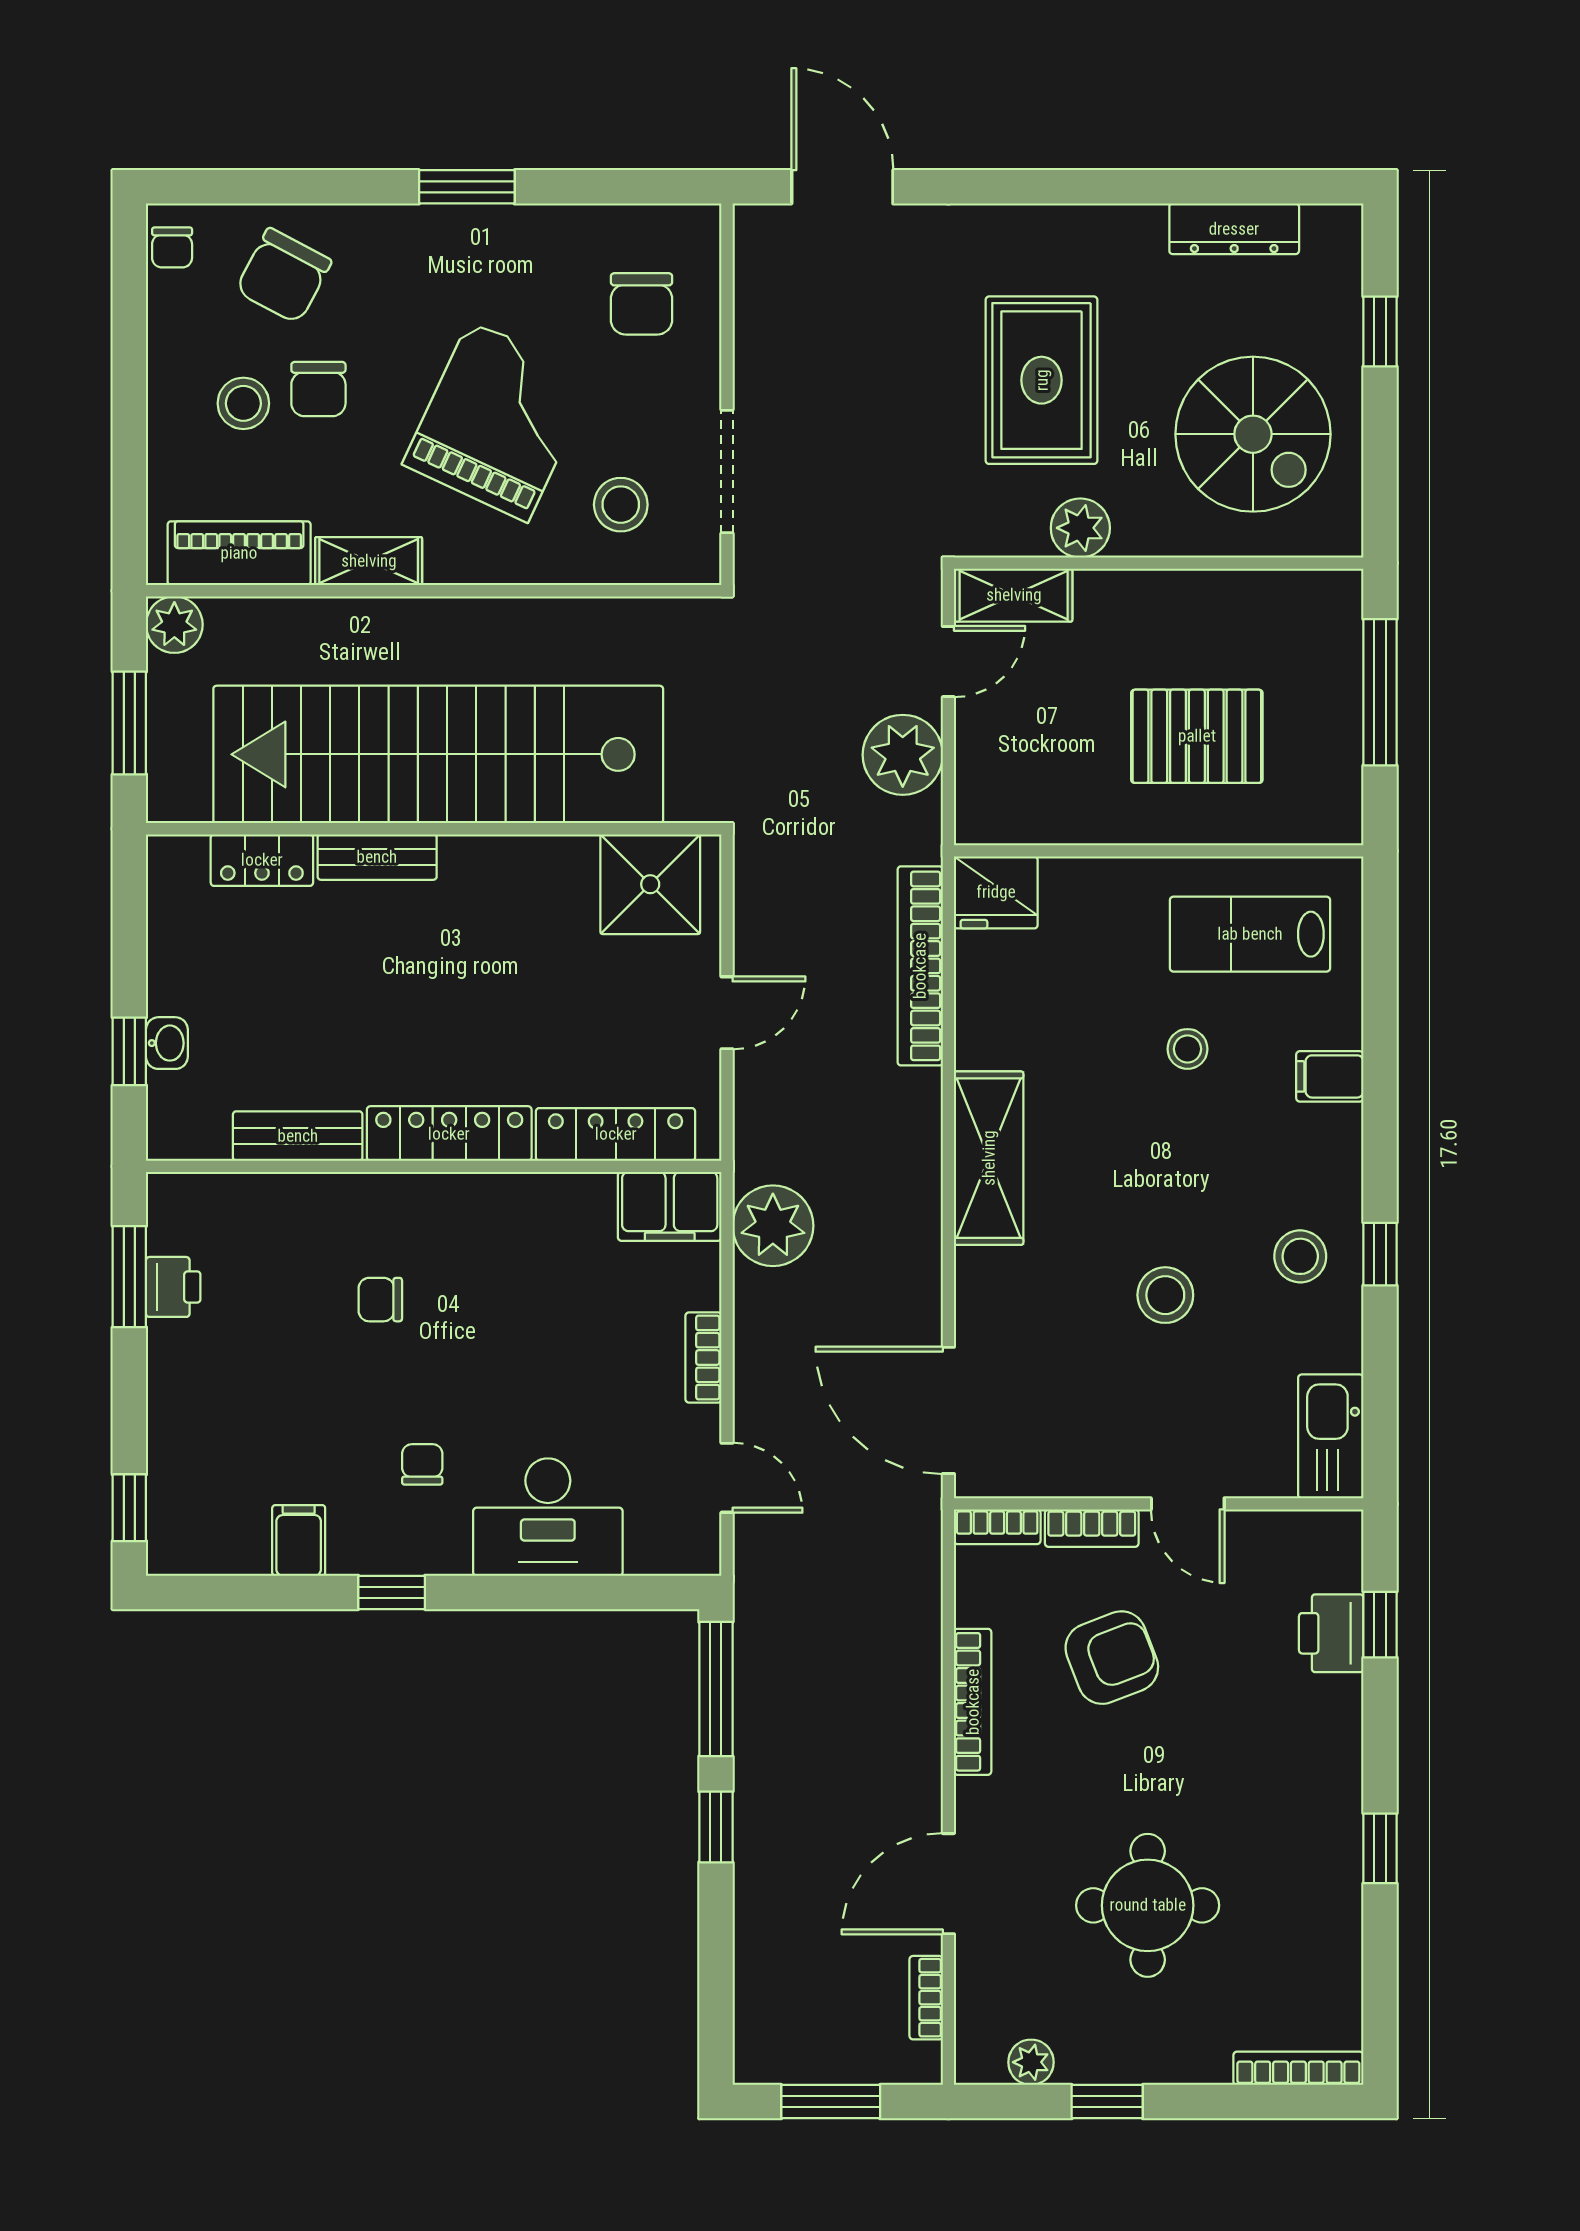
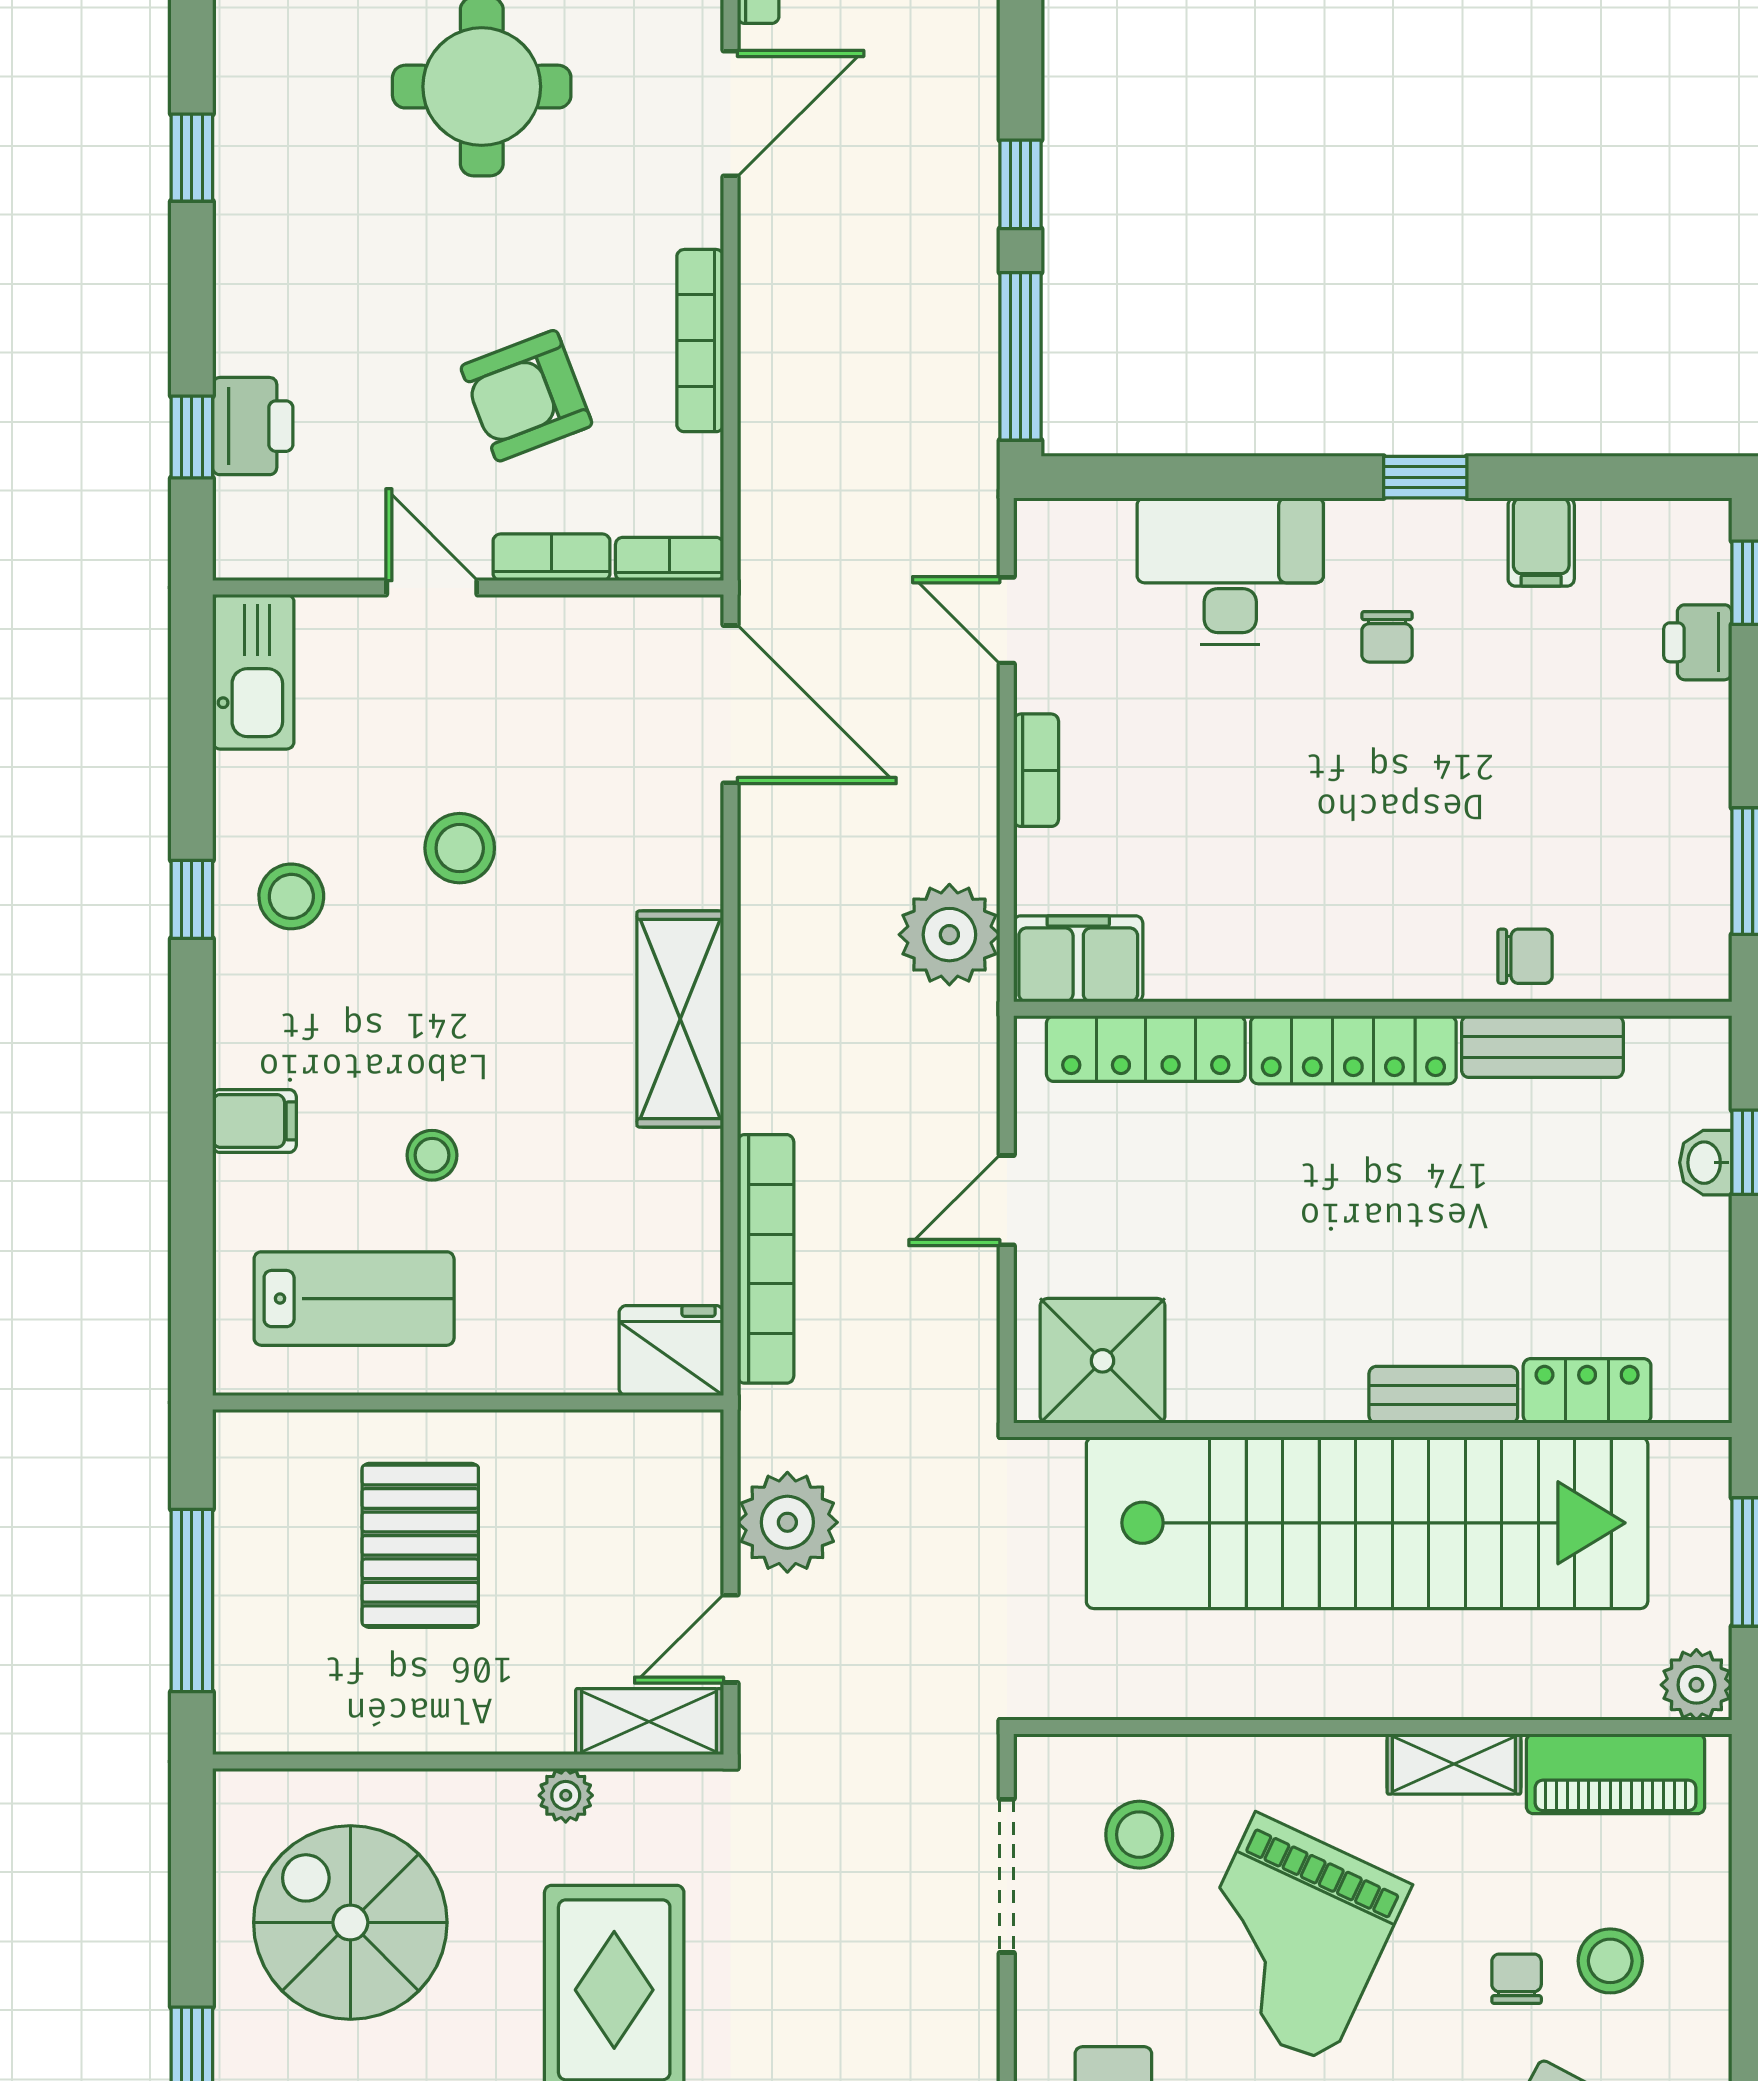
chair: (318, 389) -> (1517, 1979), width x0.73, depth x0.73
plant: (1080, 528) -> (566, 1795), width x0.73, depth x0.73
pallet: (1197, 736) -> (420, 1545), turned 90
printer: (173, 1287) -> (1698, 642), moved
chair: (380, 1300) -> (1525, 956), moved

